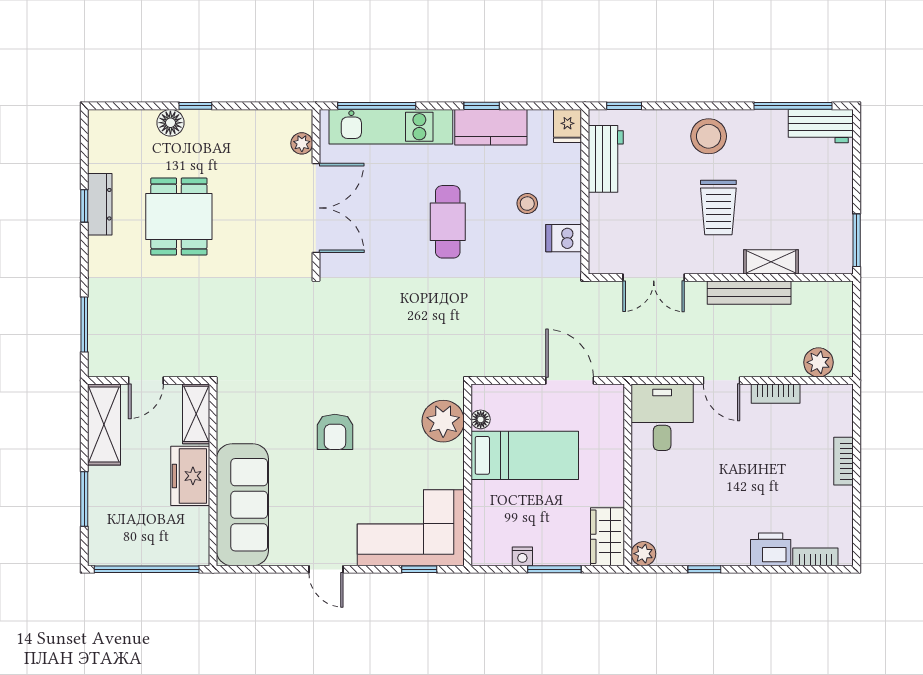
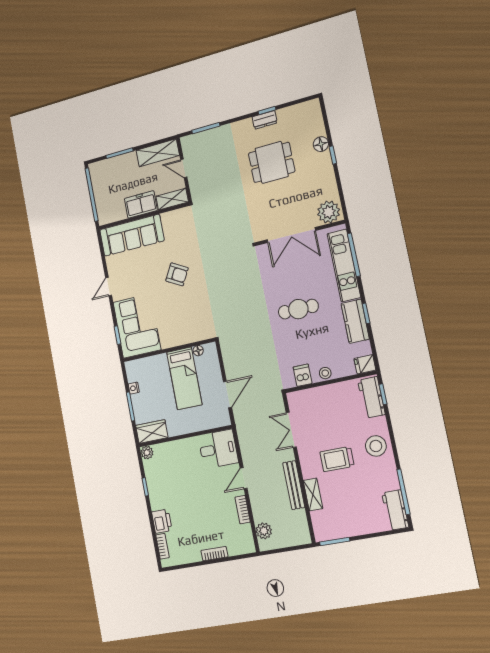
plant: (302, 143) -> (329, 212), width x1.88, depth x1.88
workbench: (606, 159) -> (371, 397), moved, turned 90
dresser: (100, 204) -> (265, 120), width x0.70
stool: (527, 204) -> (325, 373), moved
plant: (443, 421) -> (193, 331), removed
armchair: (335, 432) -> (177, 274), turned -151

